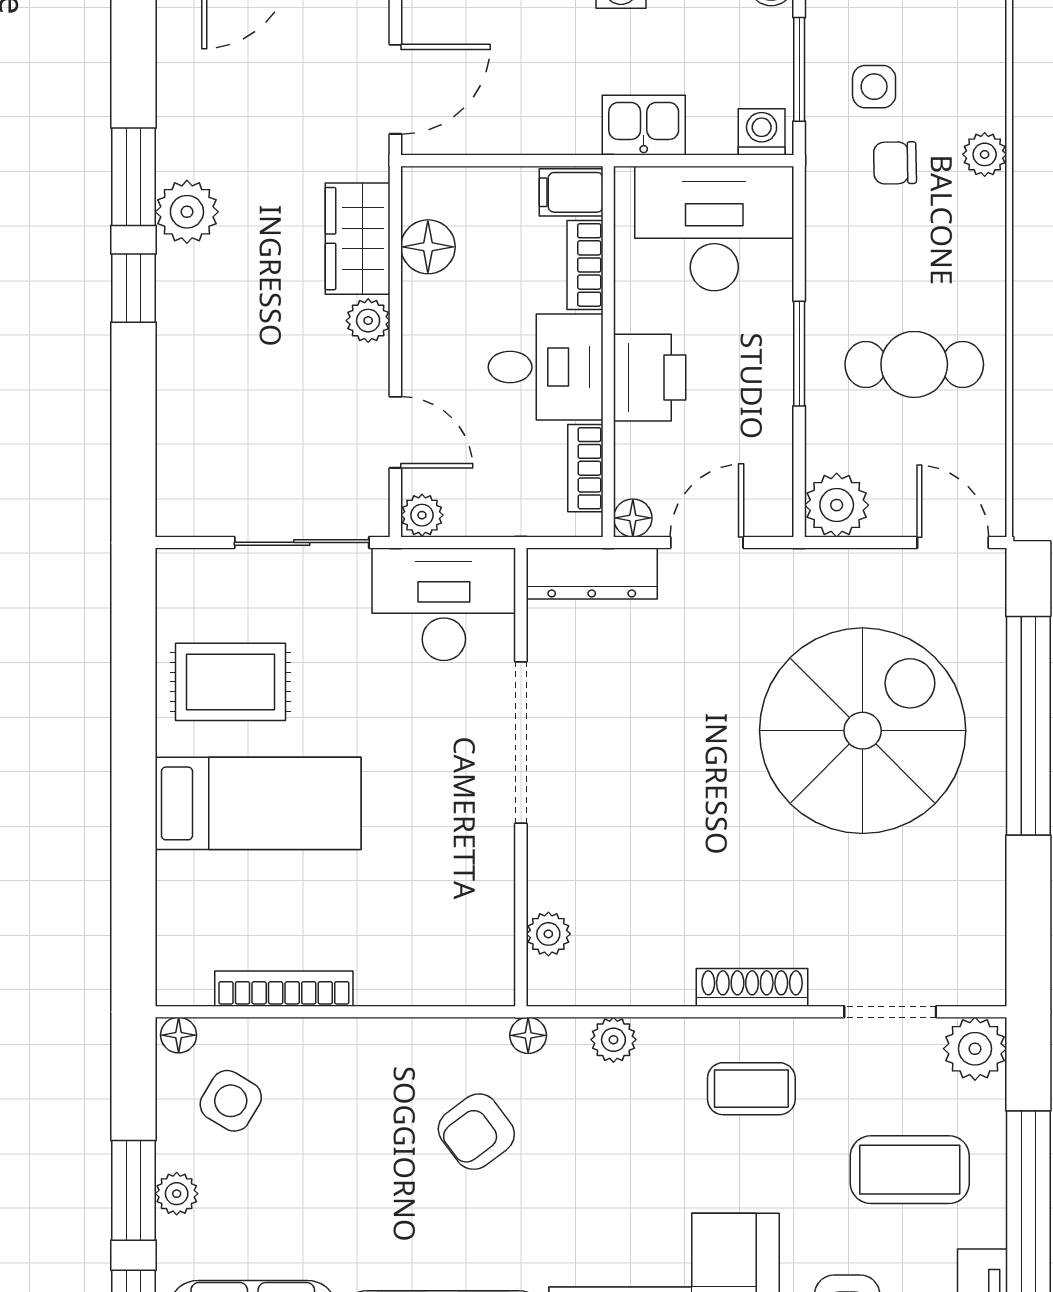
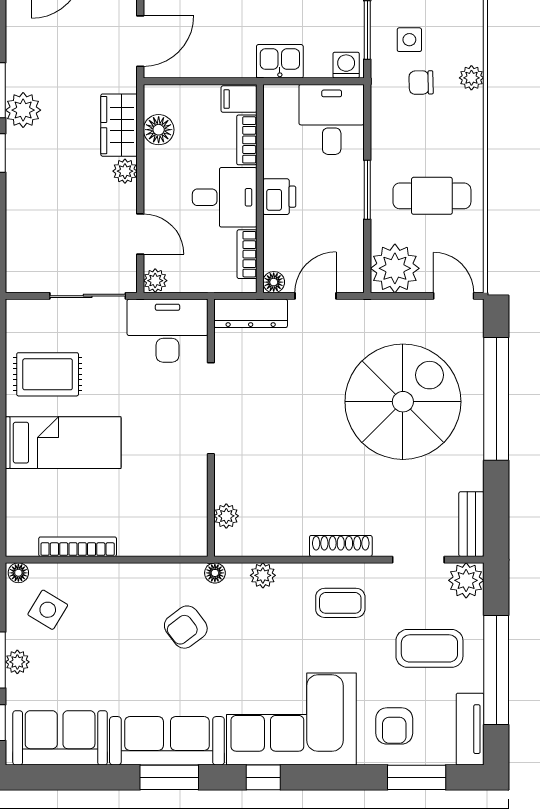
desk: (714, 228) -> (332, 119), width x0.73
printer: (650, 378) -> (279, 197), width x0.73, depth x0.81
plant: (837, 505) -> (395, 268), width x1.36, depth x1.36
bench: (984, 948) -> (471, 524), added

